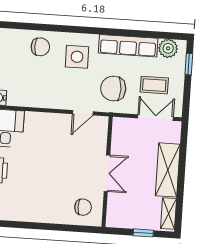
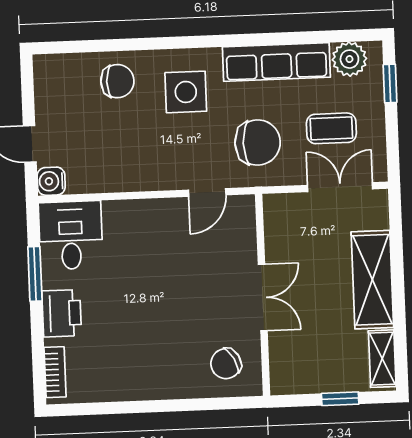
chair: (113, 88) -> (258, 143), turned 180
chair: (83, 207) -> (226, 364), turned 151

